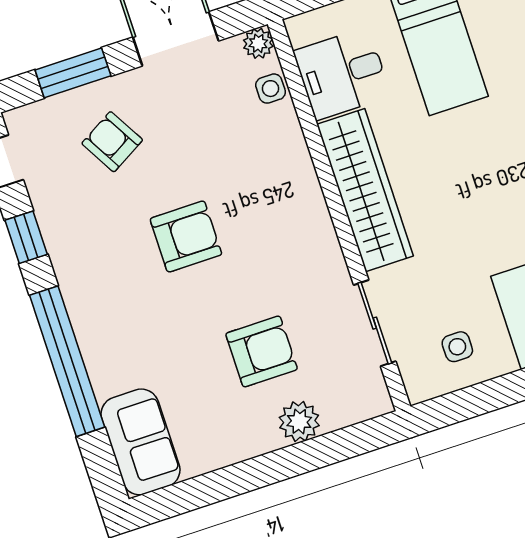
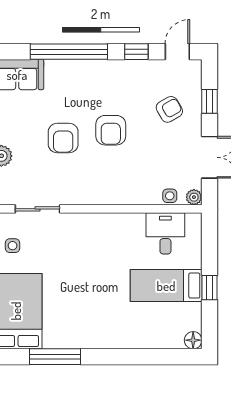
window: (73, 73) -> (210, 101), width x0.67
wardrobe: (365, 190) -> (104, 226), removed
armchair: (262, 351) -> (63, 138), moved

